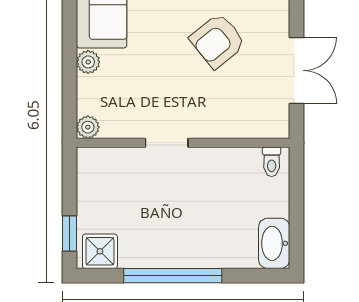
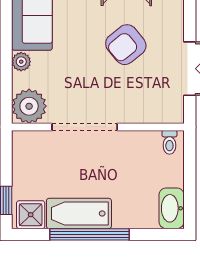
plant: (88, 127) -> (29, 106), width x1.87, depth x1.87
doorway: (167, 143) -> (85, 127), width x1.88
bathtub: (160, 250) -> (79, 213), added

